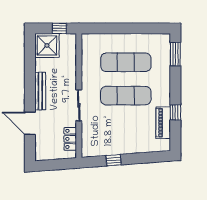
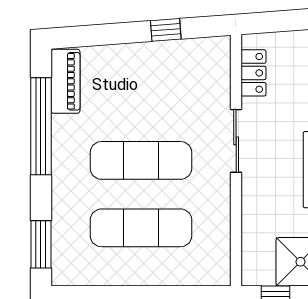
window: (175, 113) -> (41, 126), width x3.17
piano: (163, 123) -> (65, 81), moved

